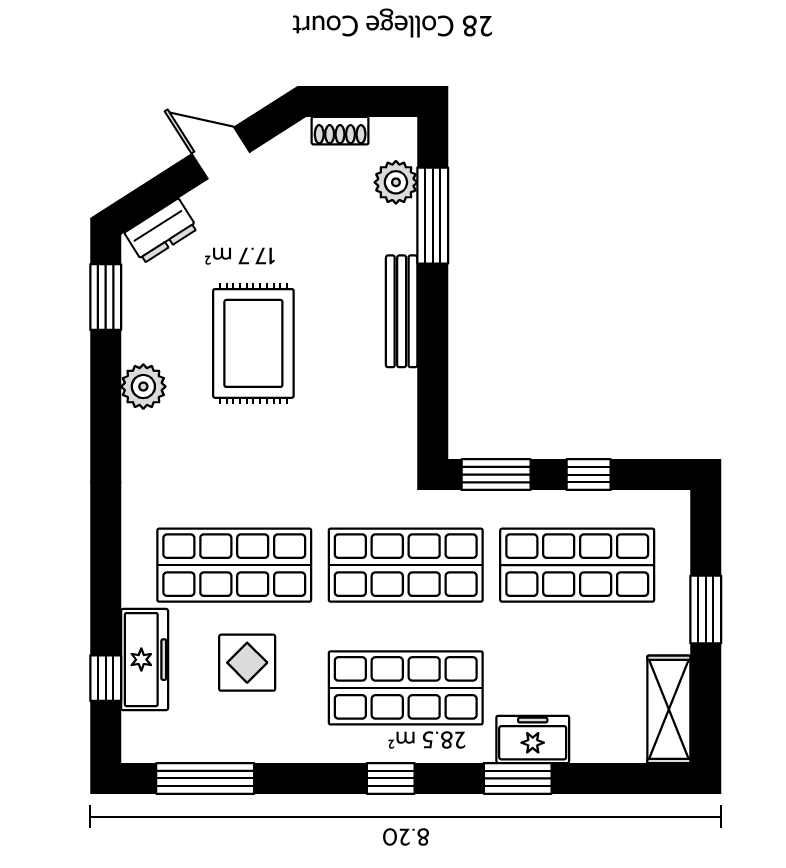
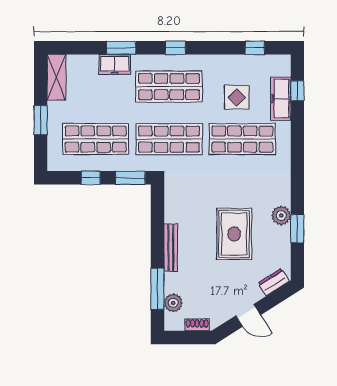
window: (106, 297) -> (297, 229), moved
window: (205, 778) -> (255, 48), width x0.46

